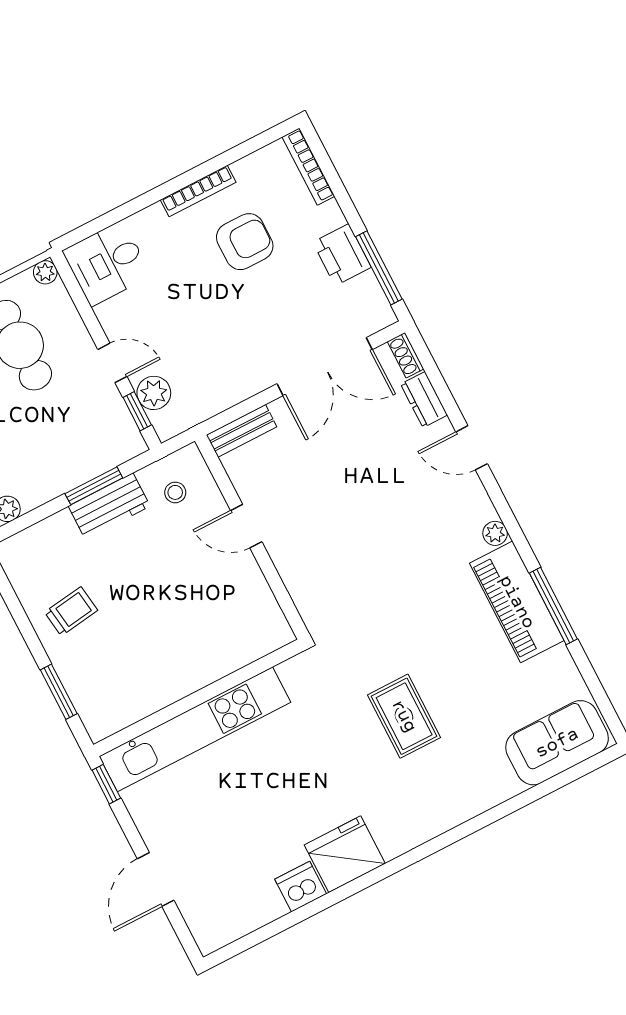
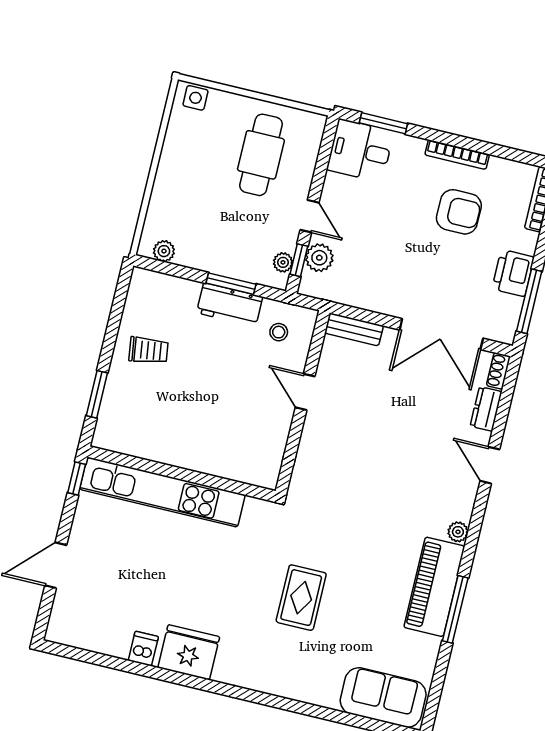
window: (107, 220) -> (383, 123), added
plant: (45, 272) -> (283, 262), moved
dishwasher: (301, 887) -> (143, 649), width x0.73

